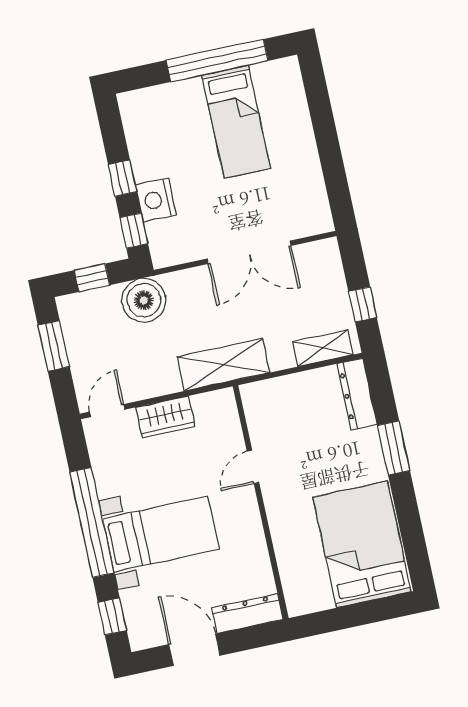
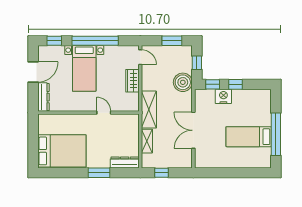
shelving: (323, 348) -> (147, 141), moved

